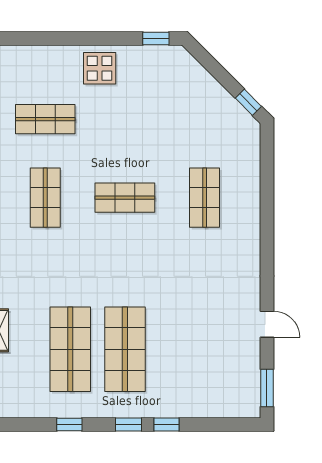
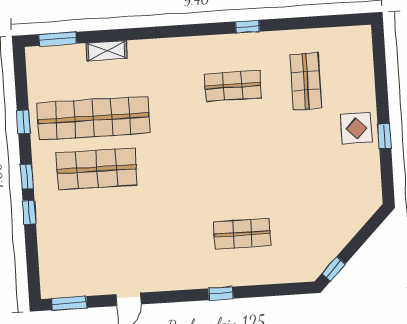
window: (156, 39) -> (384, 136), moved
shop shelf: (125, 198) -> (238, 160), removed
window: (267, 225) -> (221, 293), added
shop shelf: (70, 349) -> (93, 118), width x1.40

